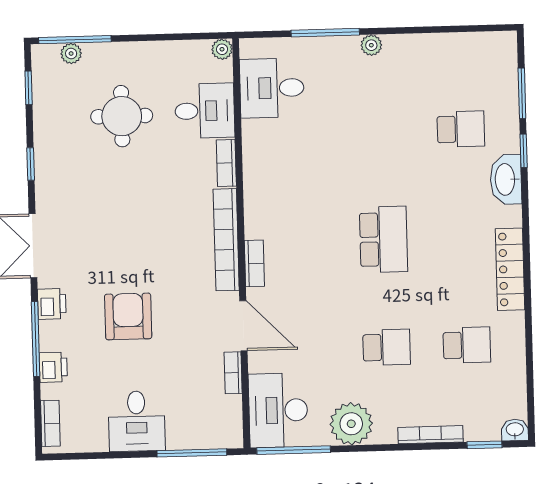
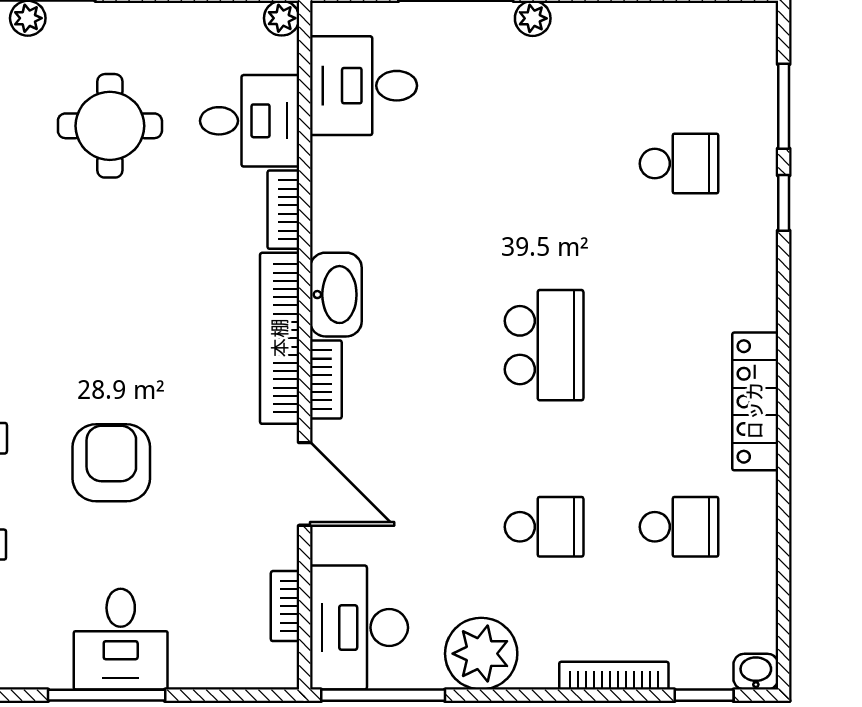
washbasin: (506, 179) -> (336, 295), moved, turned 180
bookcase: (233, 373) -> (285, 606), moved
window: (192, 453) -> (107, 695), moved

